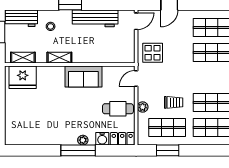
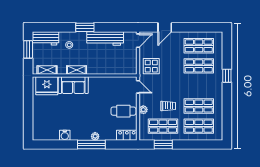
sofa: (83, 76) -> (73, 85), moved
door: (136, 79) -> (138, 87), swing flipped
water cooler: (102, 139) -> (65, 135), moved

